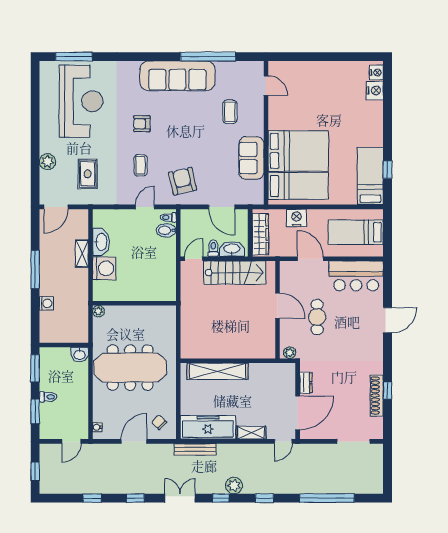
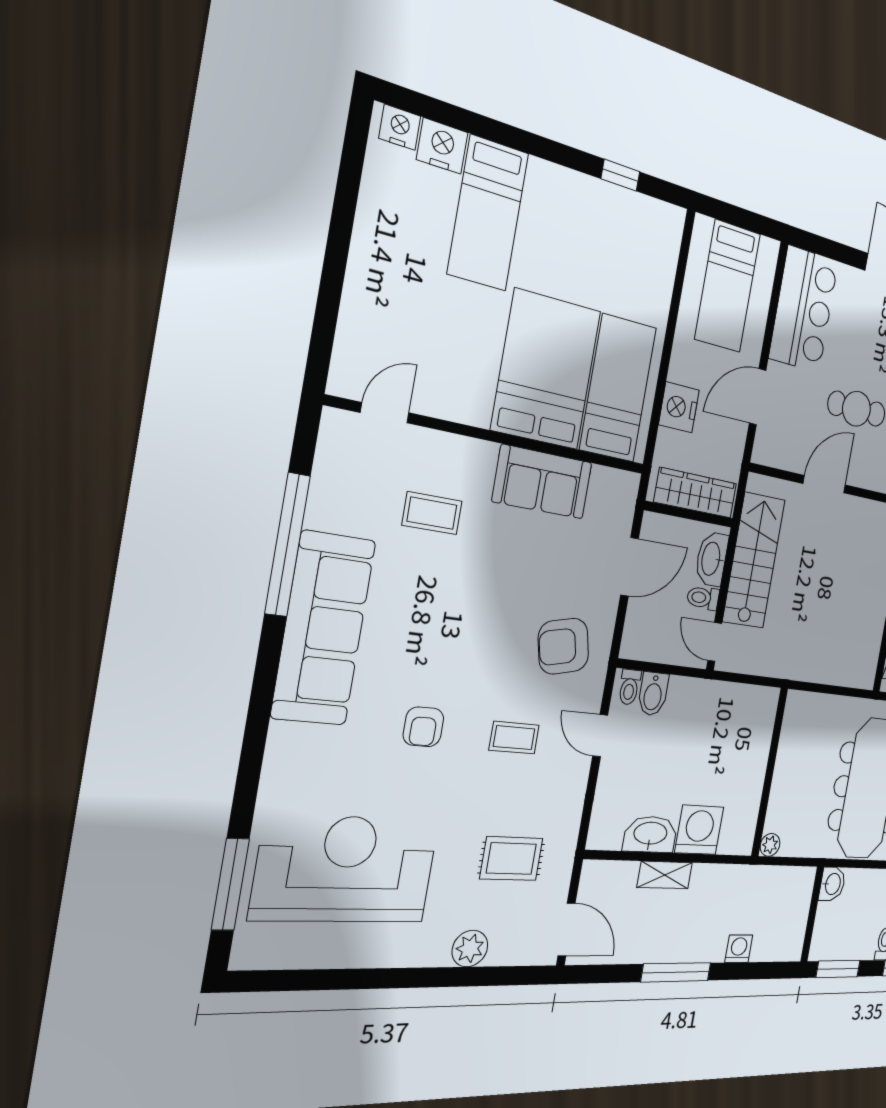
bed: (370, 176) -> (488, 213), moved, turned -90

